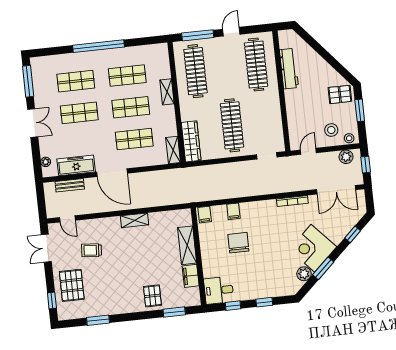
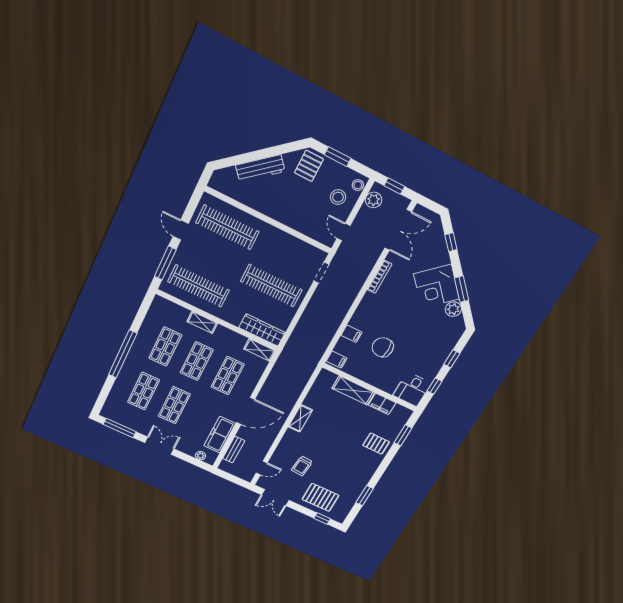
workbench: (289, 69) -> (260, 168), moved, turned 140

